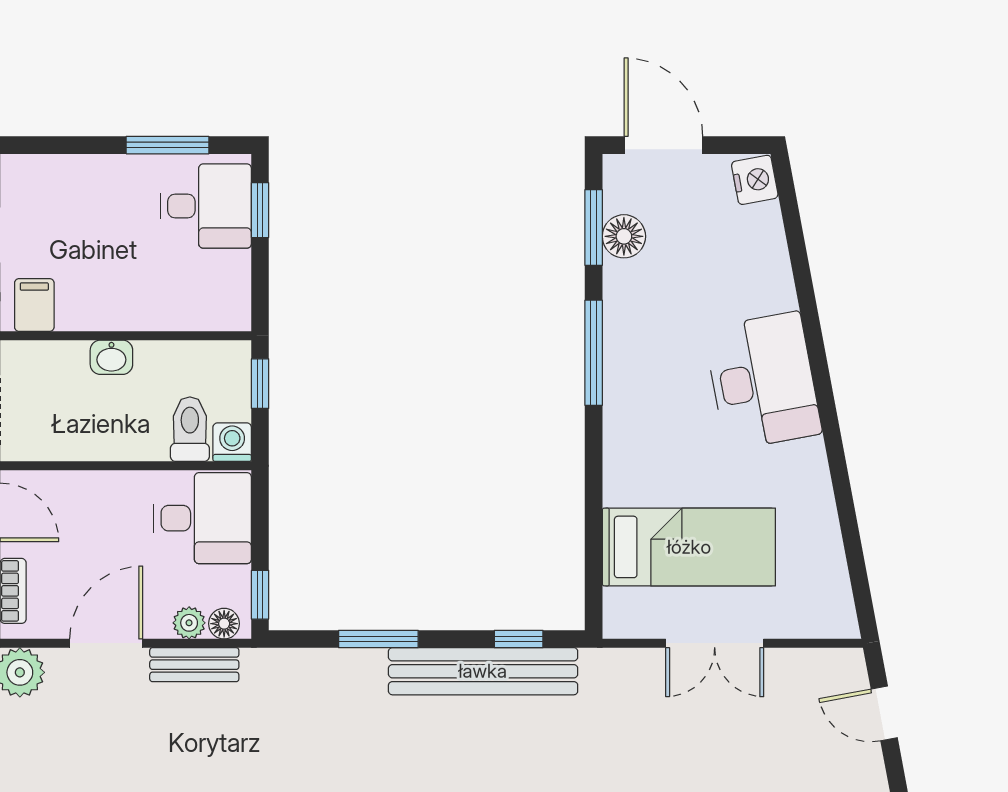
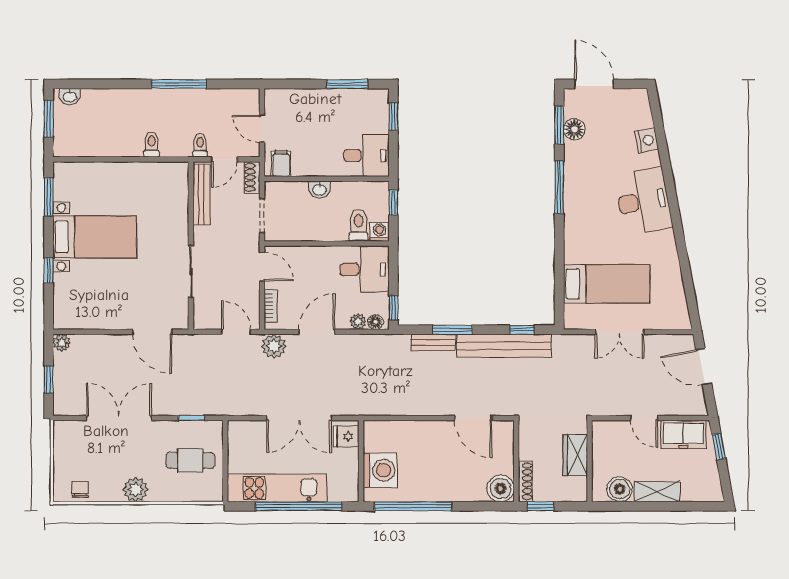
nightstand: (755, 180) -> (647, 140), moved
desk: (206, 206) -> (366, 156), moved
bench: (194, 665) -> (433, 342), moved
door: (884, 713) -> (704, 367), width x1.37

